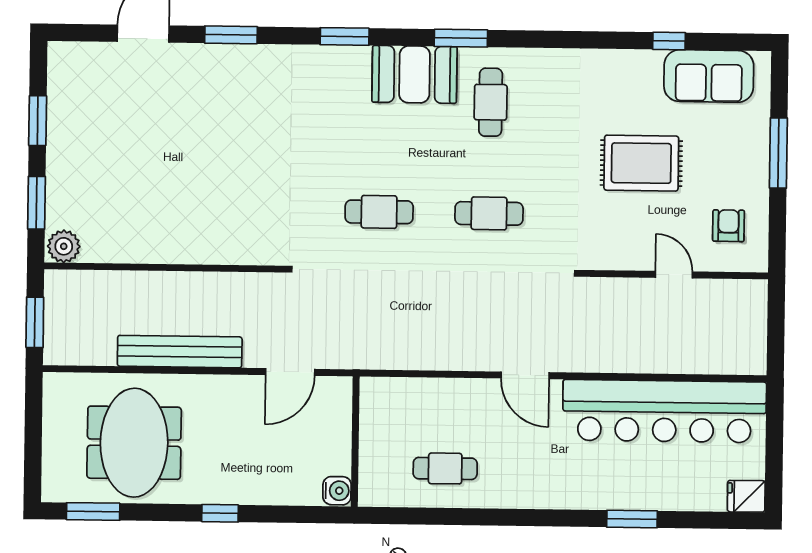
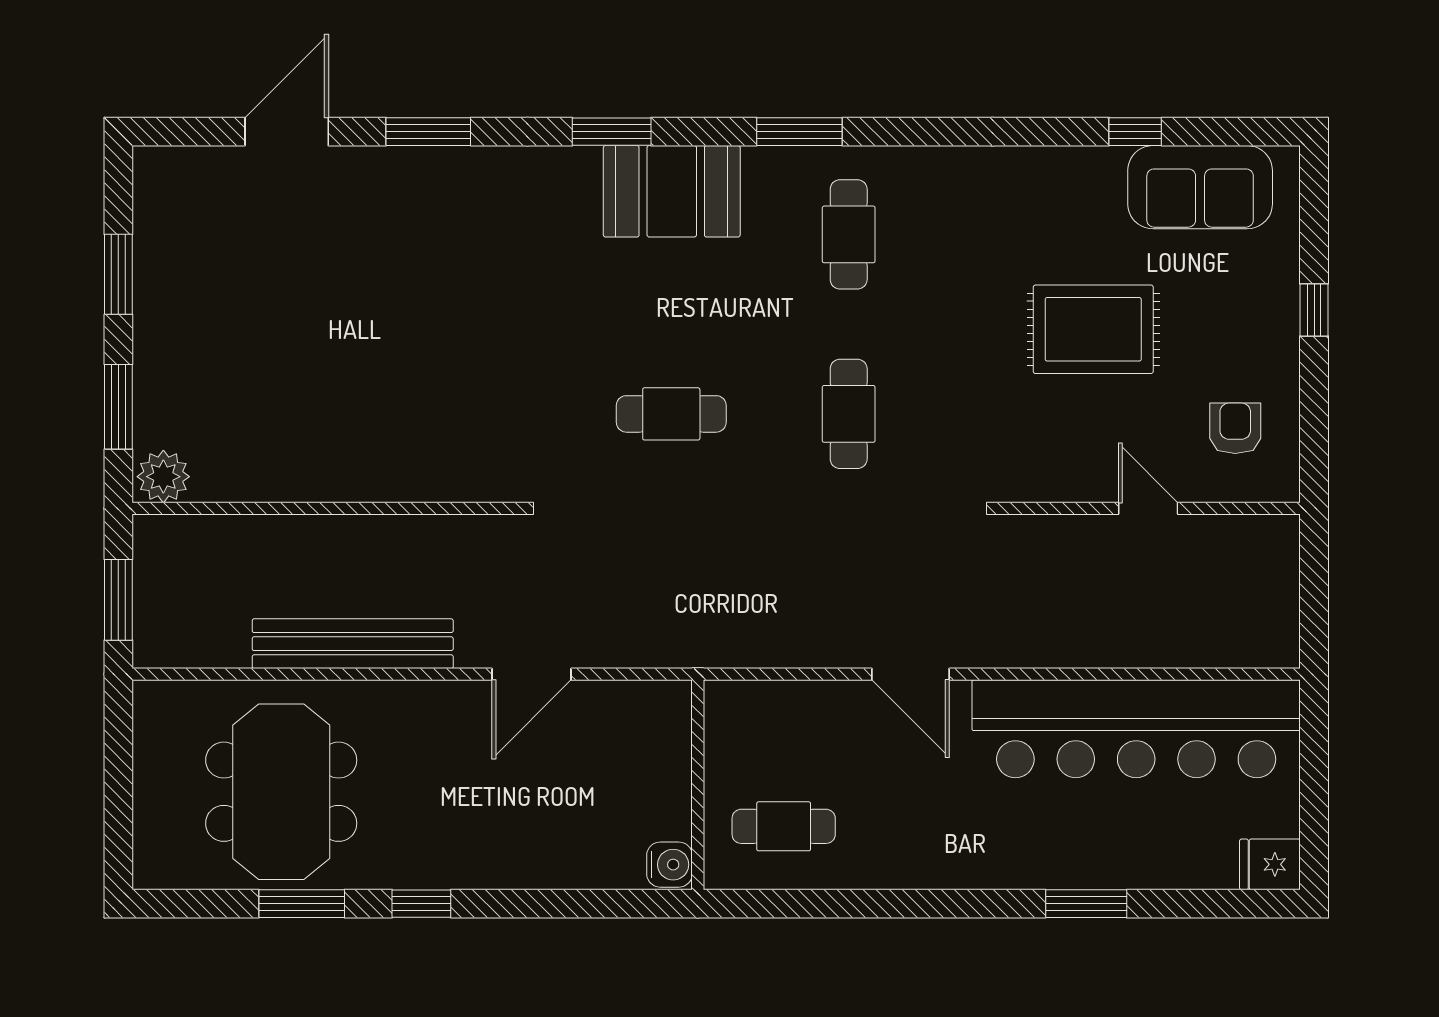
booth: (414, 74) -> (672, 191), moved
window: (778, 153) -> (1314, 310), width x0.46
cafe table: (489, 213) -> (849, 414), turned 90
wall: (355, 441) -> (698, 785), moved
water cooler: (337, 491) -> (670, 865), moved
window: (93, 511) -> (302, 904), moved

